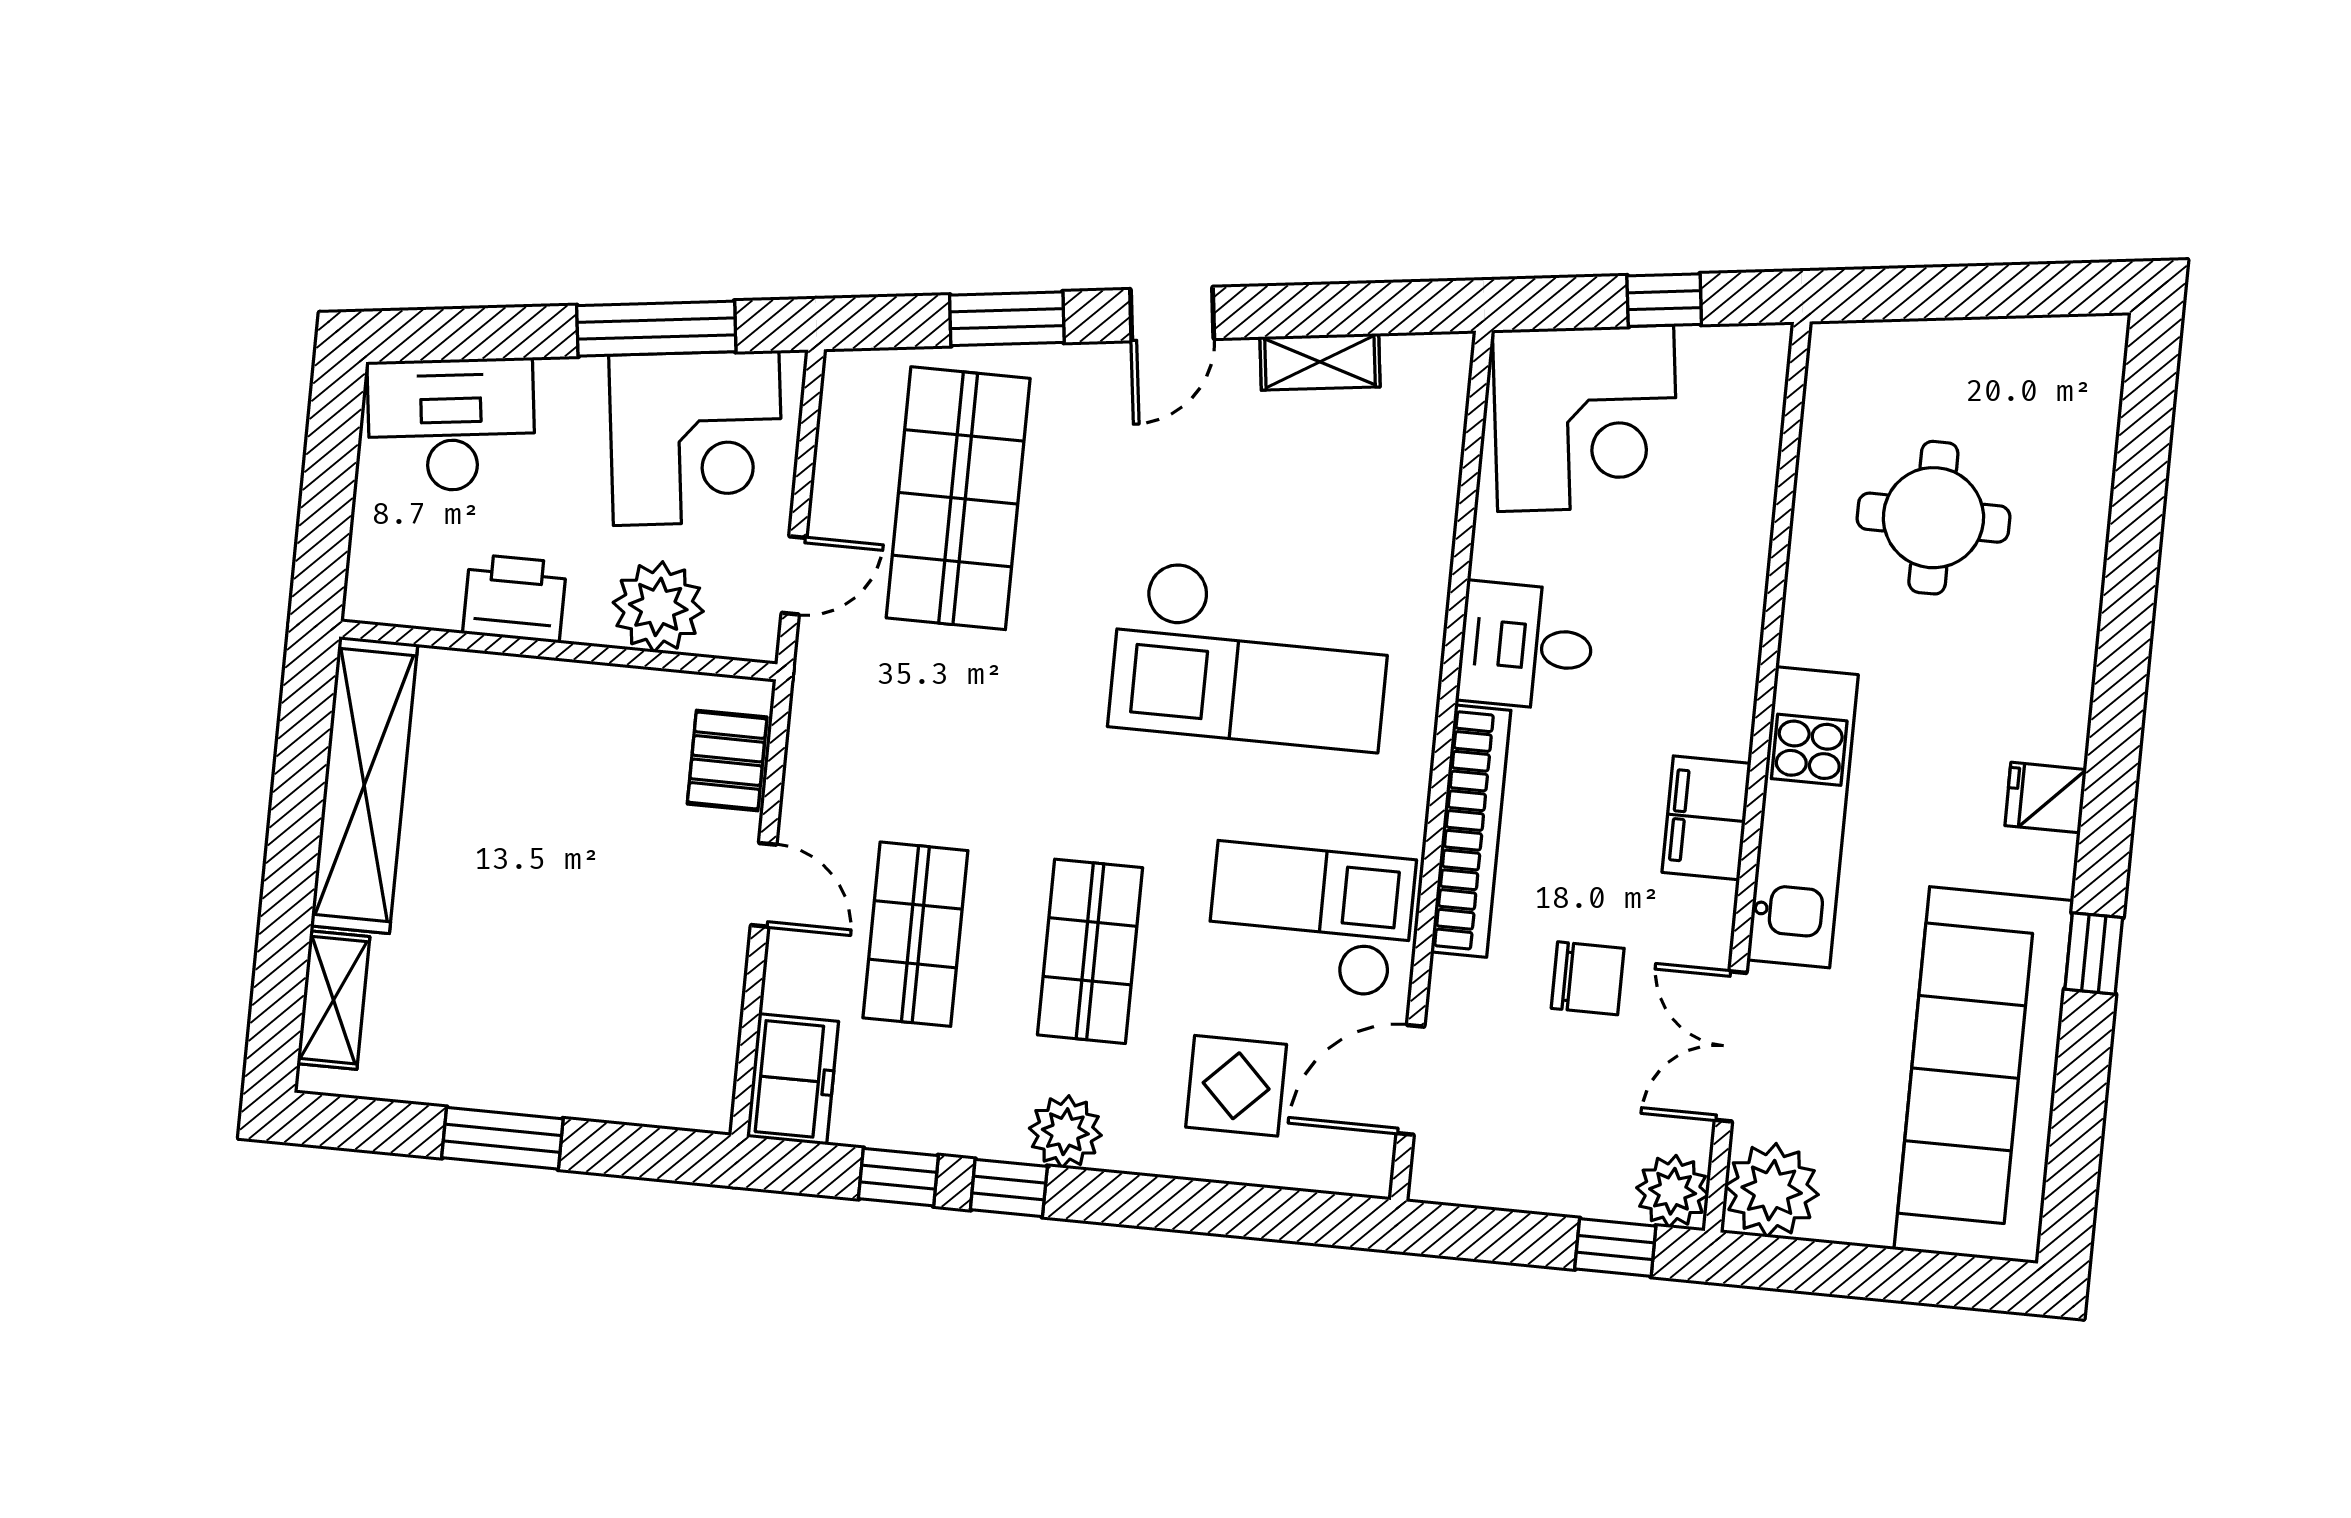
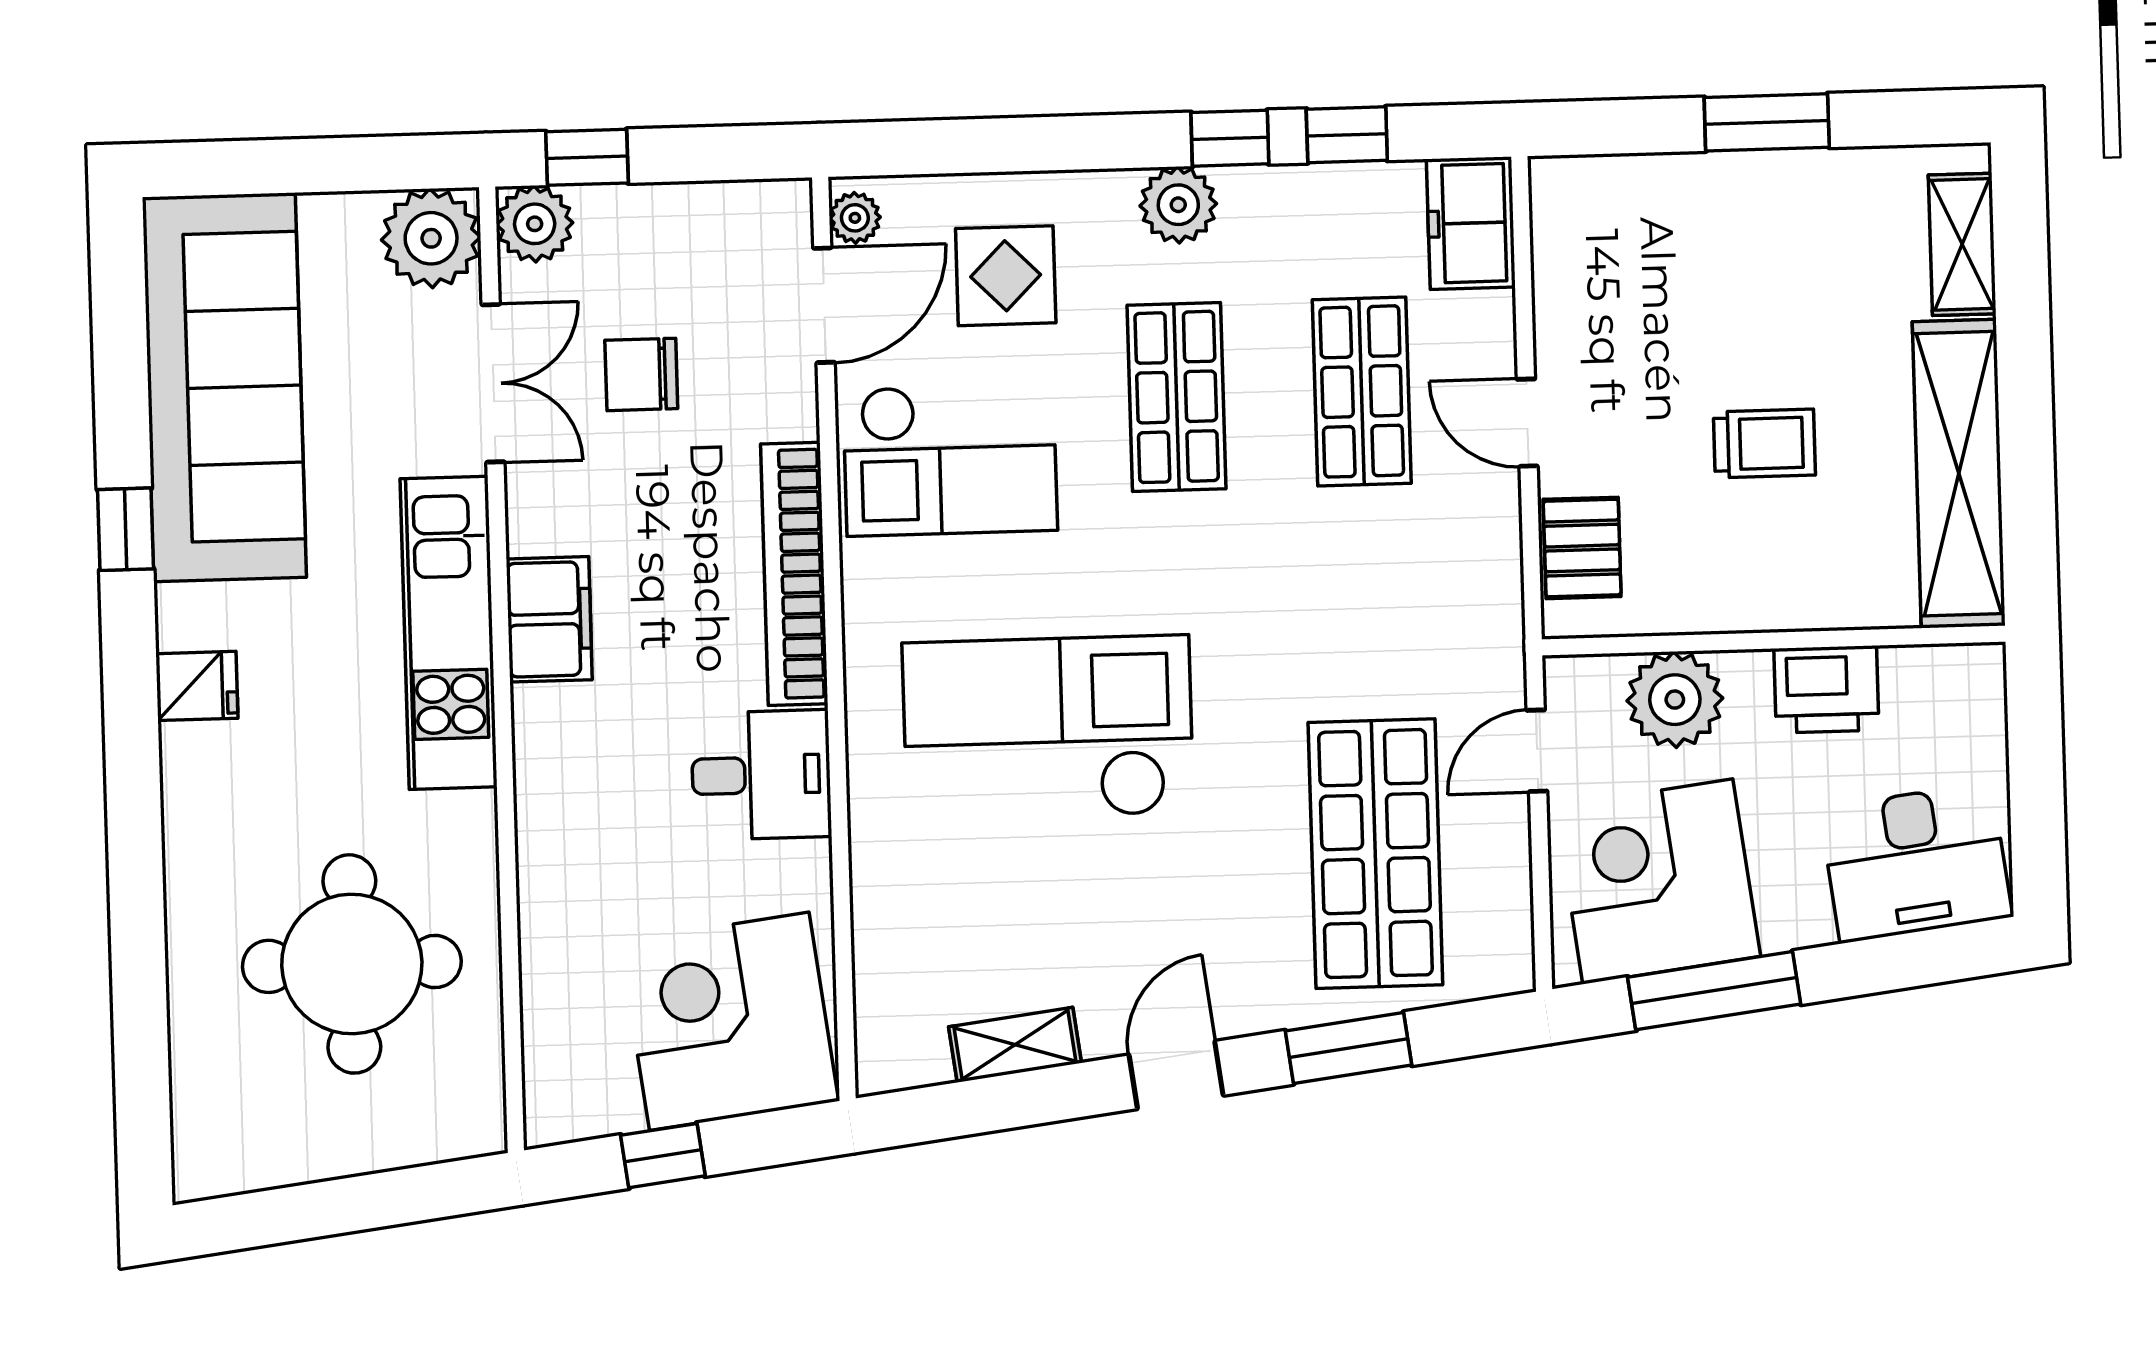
round table: (1933, 518) -> (352, 964), width x1.36, depth x1.36
trolley: (543, 837) -> (1764, 443), added
chair: (1588, 978) -> (641, 374), moved
plant: (1371, 1158) -> (855, 218), added

